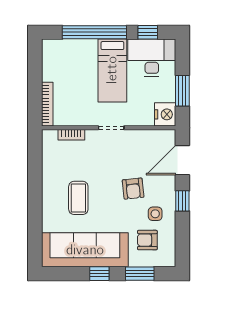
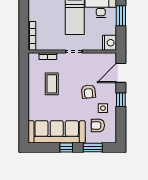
window: (182, 91) -> (121, 16), moved
coffee table: (78, 198) -> (52, 84), moved

